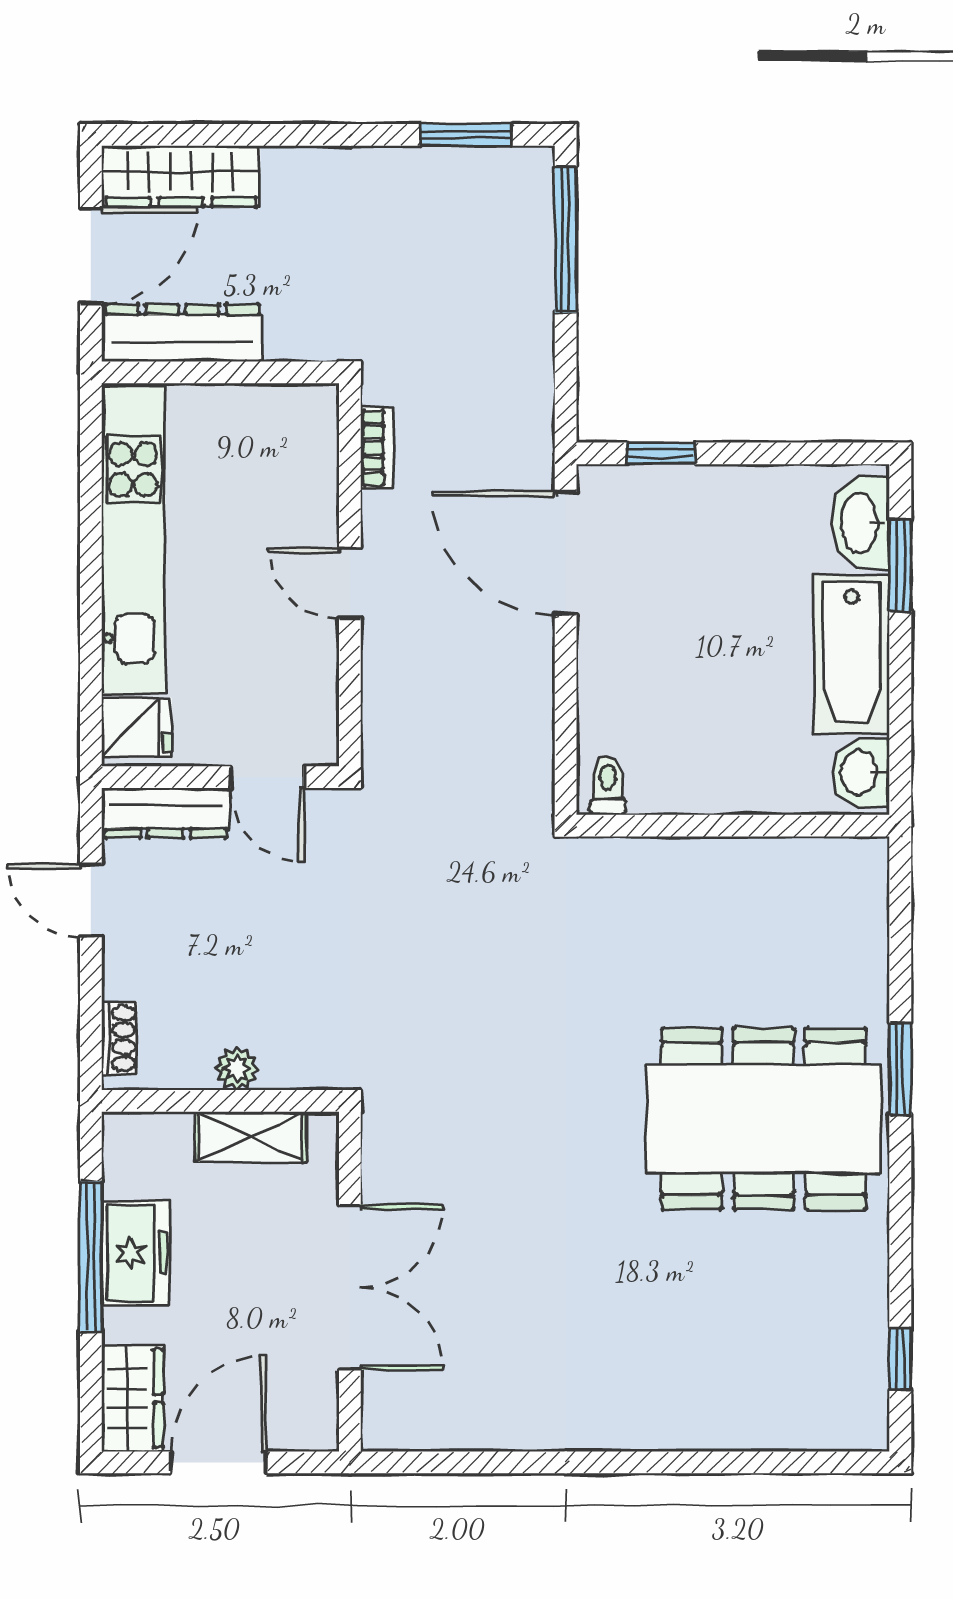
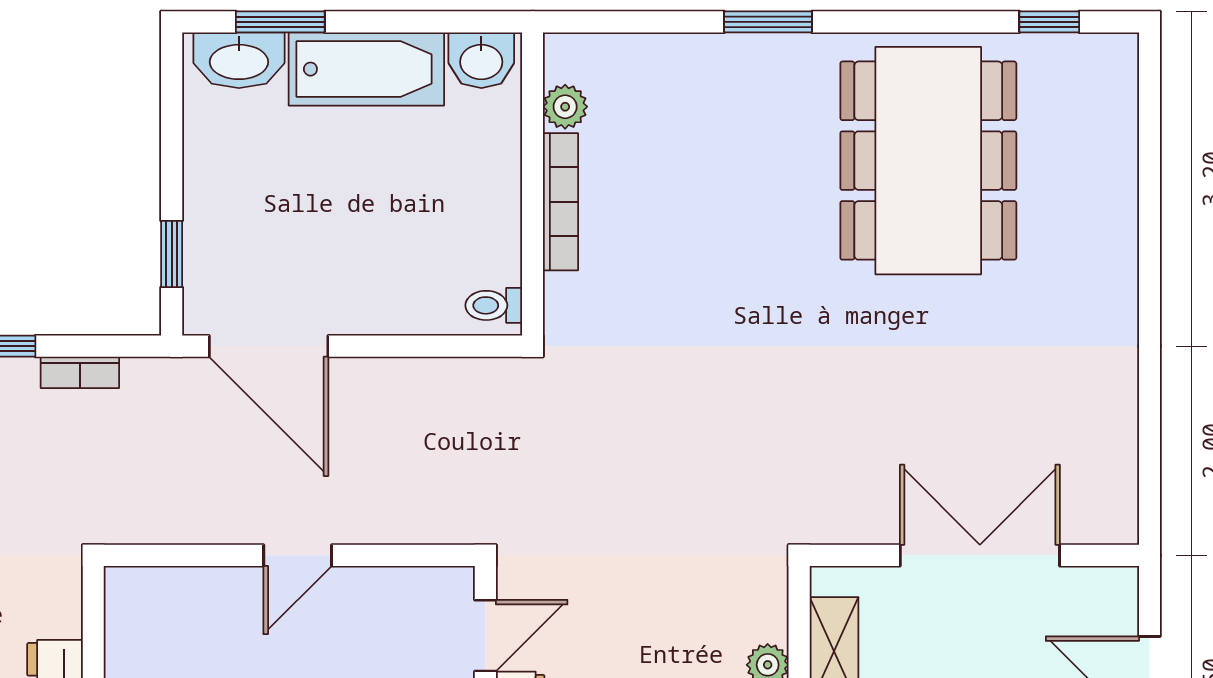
bookcase: (377, 448) -> (80, 372), moved, turned 180
door: (566, 553) -> (269, 346), hinge flipped
bookcase: (715, 855) -> (561, 202), added
plant: (813, 859) -> (565, 107), added
dining table: (764, 1119) -> (928, 161), moved

